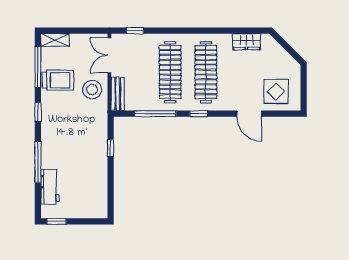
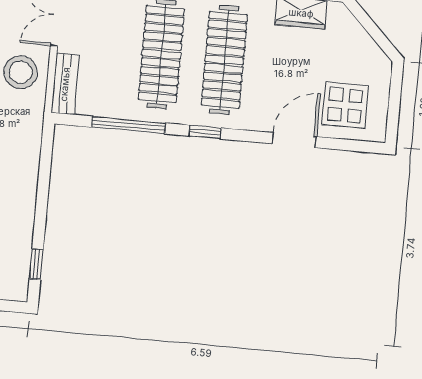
door: (249, 114) -> (294, 140), swing flipped
window: (111, 148) -> (36, 264), moved

